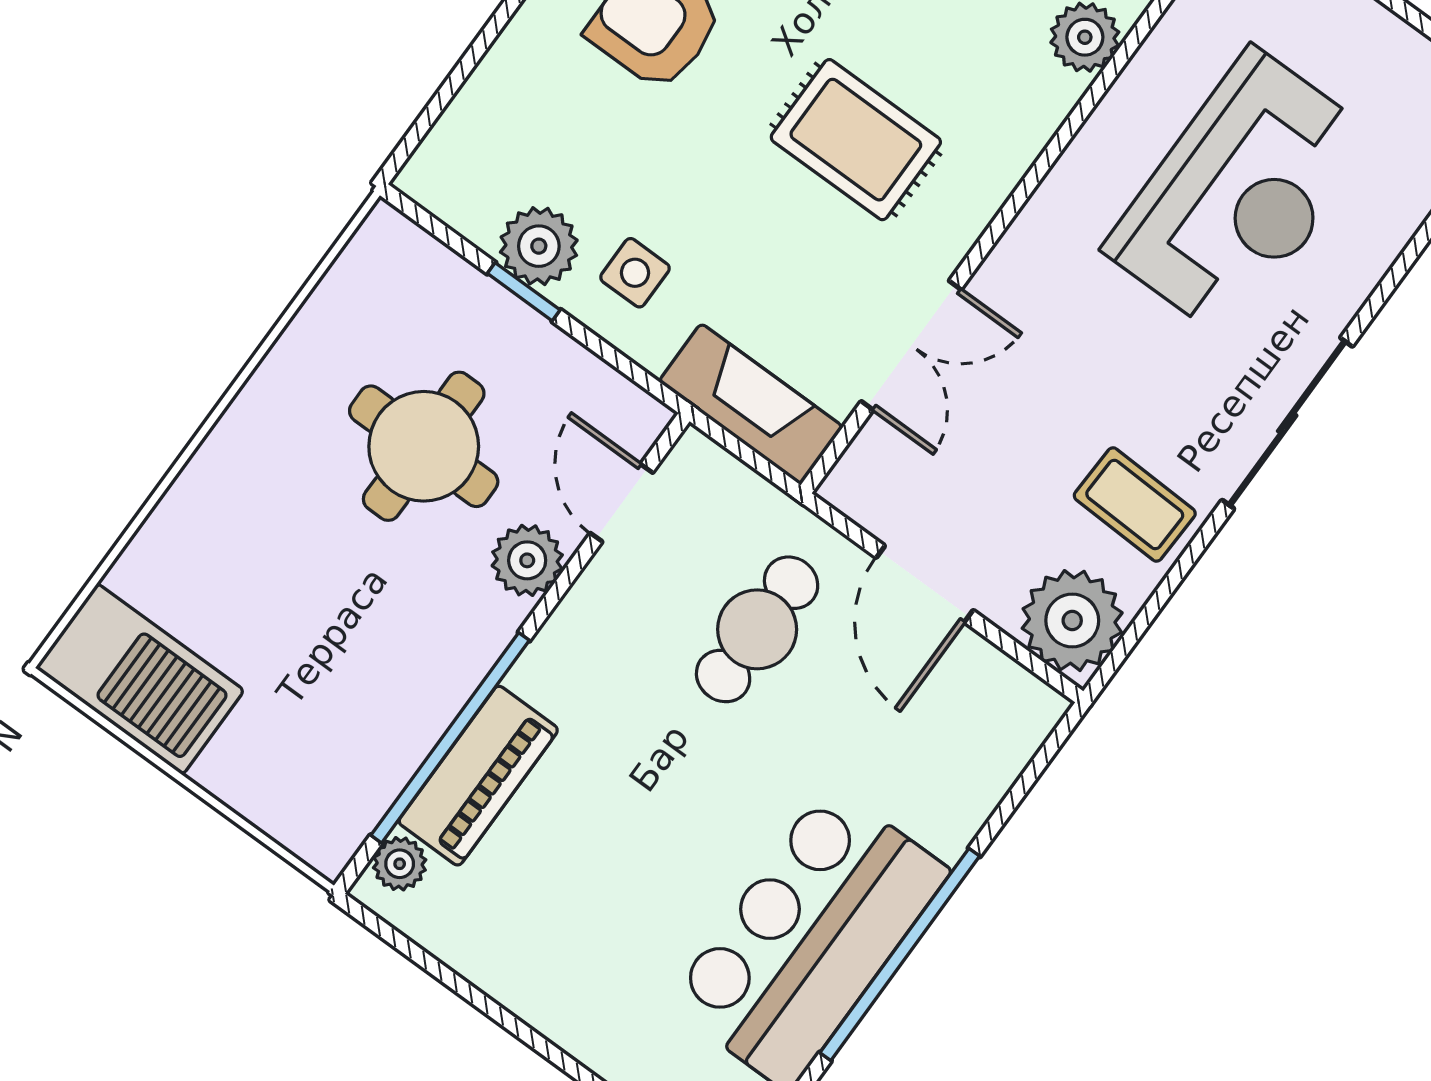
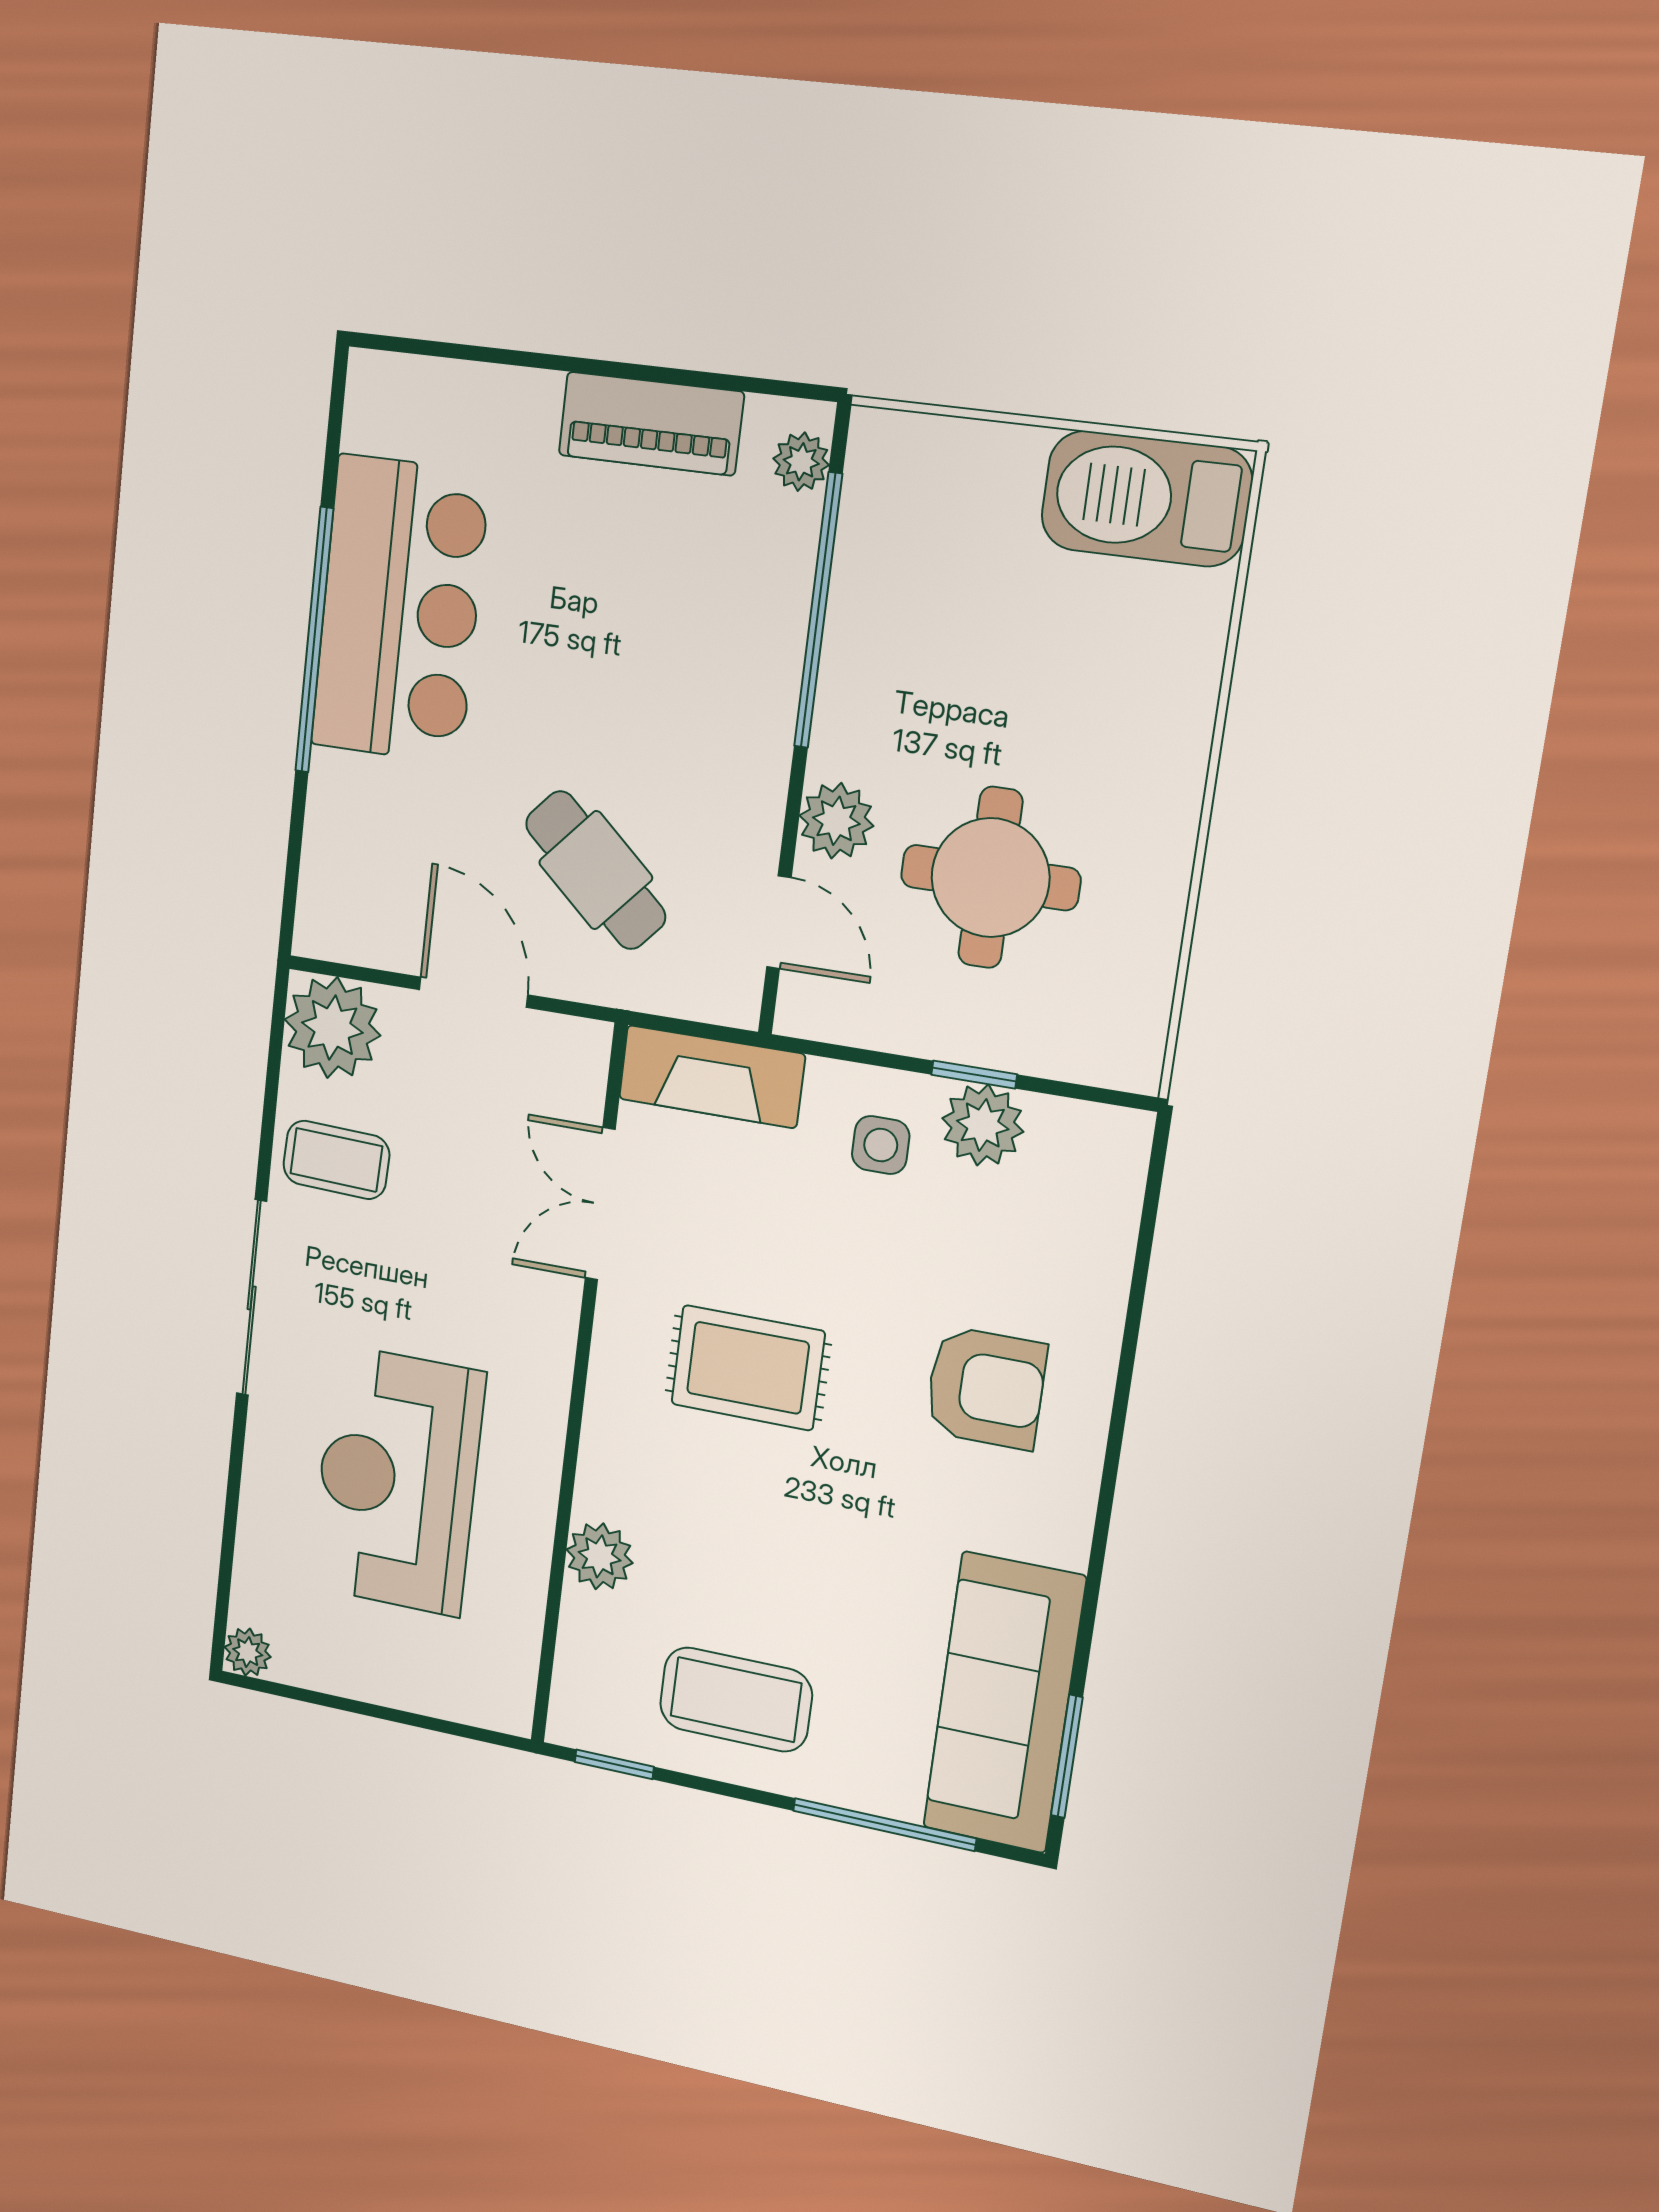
cafe table: (757, 629) -> (596, 870), turned -48
piano: (478, 776) -> (651, 424), moved, turned -90

